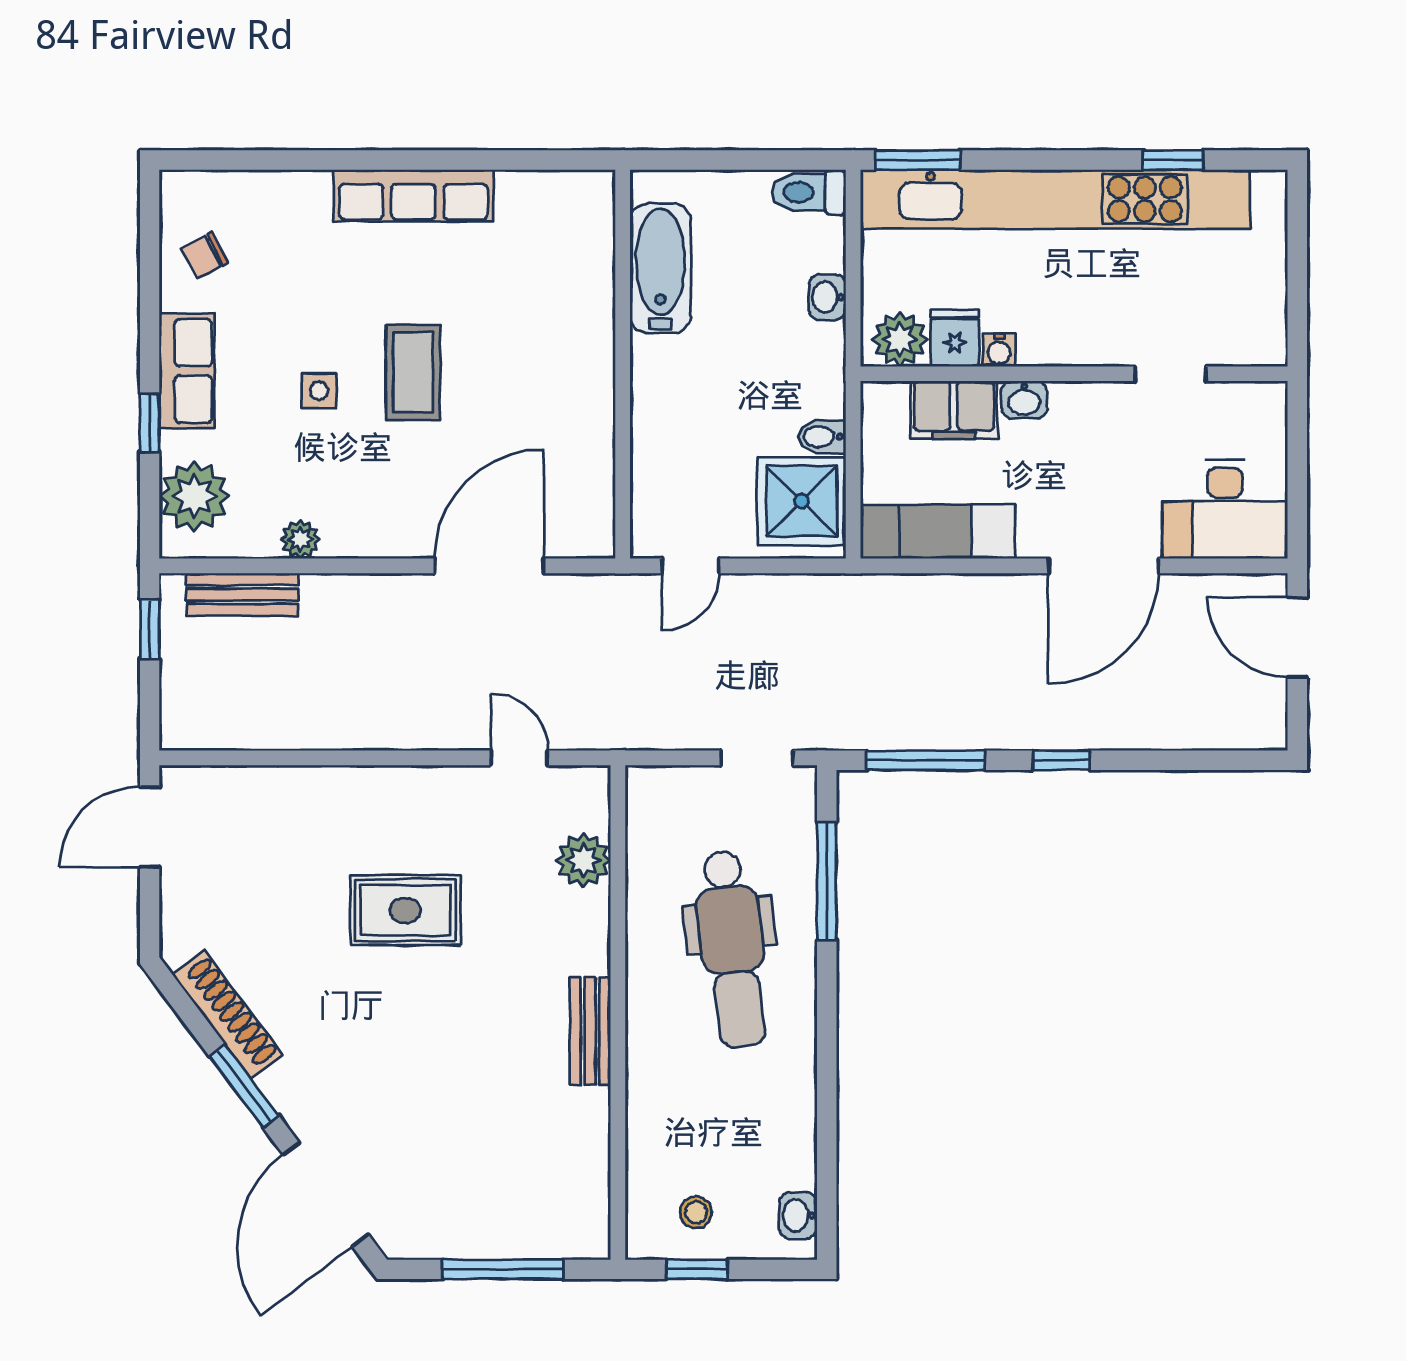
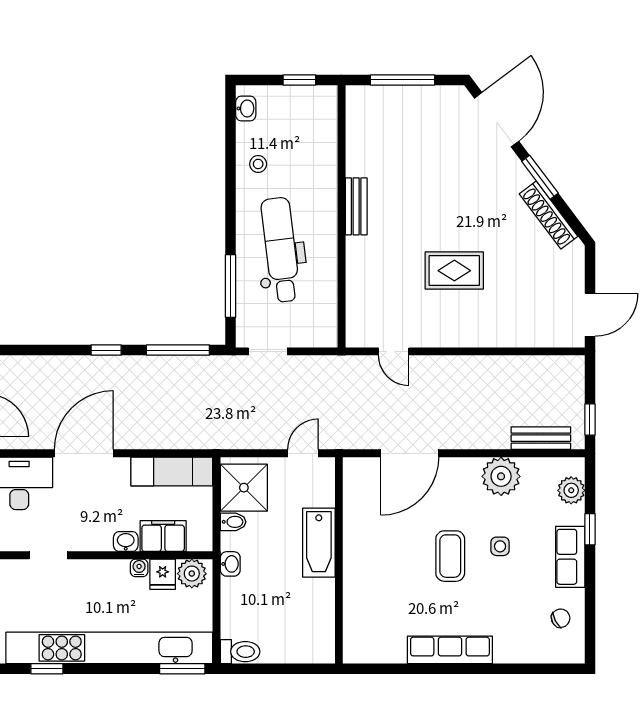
bathtub: (660, 268) -> (319, 543), moved
washbasin: (827, 297) -> (230, 564), moved
plant: (194, 496) -> (571, 490), width x0.73, depth x0.73
plant: (300, 539) -> (501, 476), width x1.87, depth x1.87
plant: (583, 860) -> (360, 297), removed
stool: (696, 1212) -> (258, 164), moved

